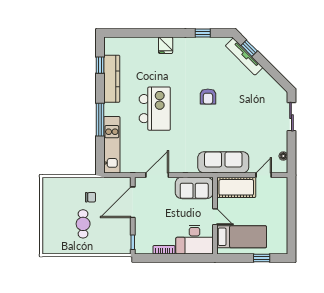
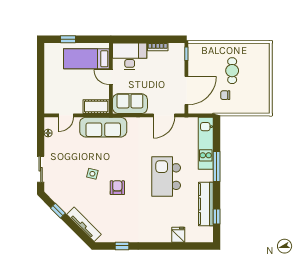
fridge: (166, 45) -> (178, 235), moved
window: (249, 48) -> (58, 211), moved
side table: (235, 112) -> (92, 174), added
cot: (236, 187) -> (96, 107), width x0.73, depth x0.75

